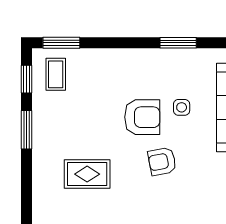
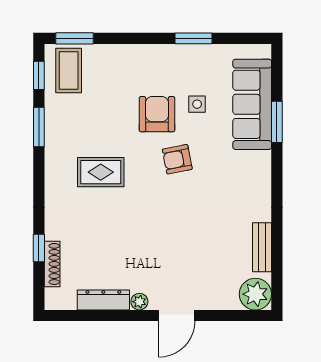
coffee table: (56, 74) -> (69, 70), width x1.36, depth x1.30
armchair: (142, 117) -> (157, 114), turned -90

